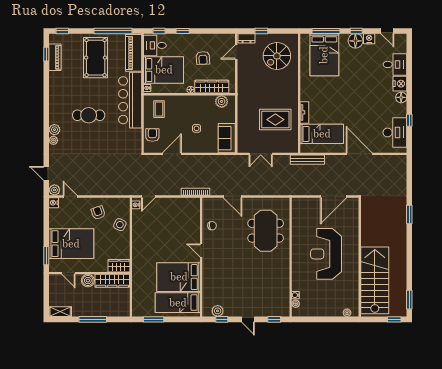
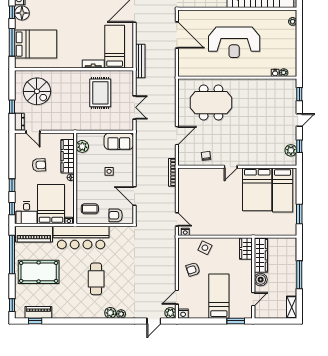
bed: (71, 244) -> (219, 296), width x0.67

